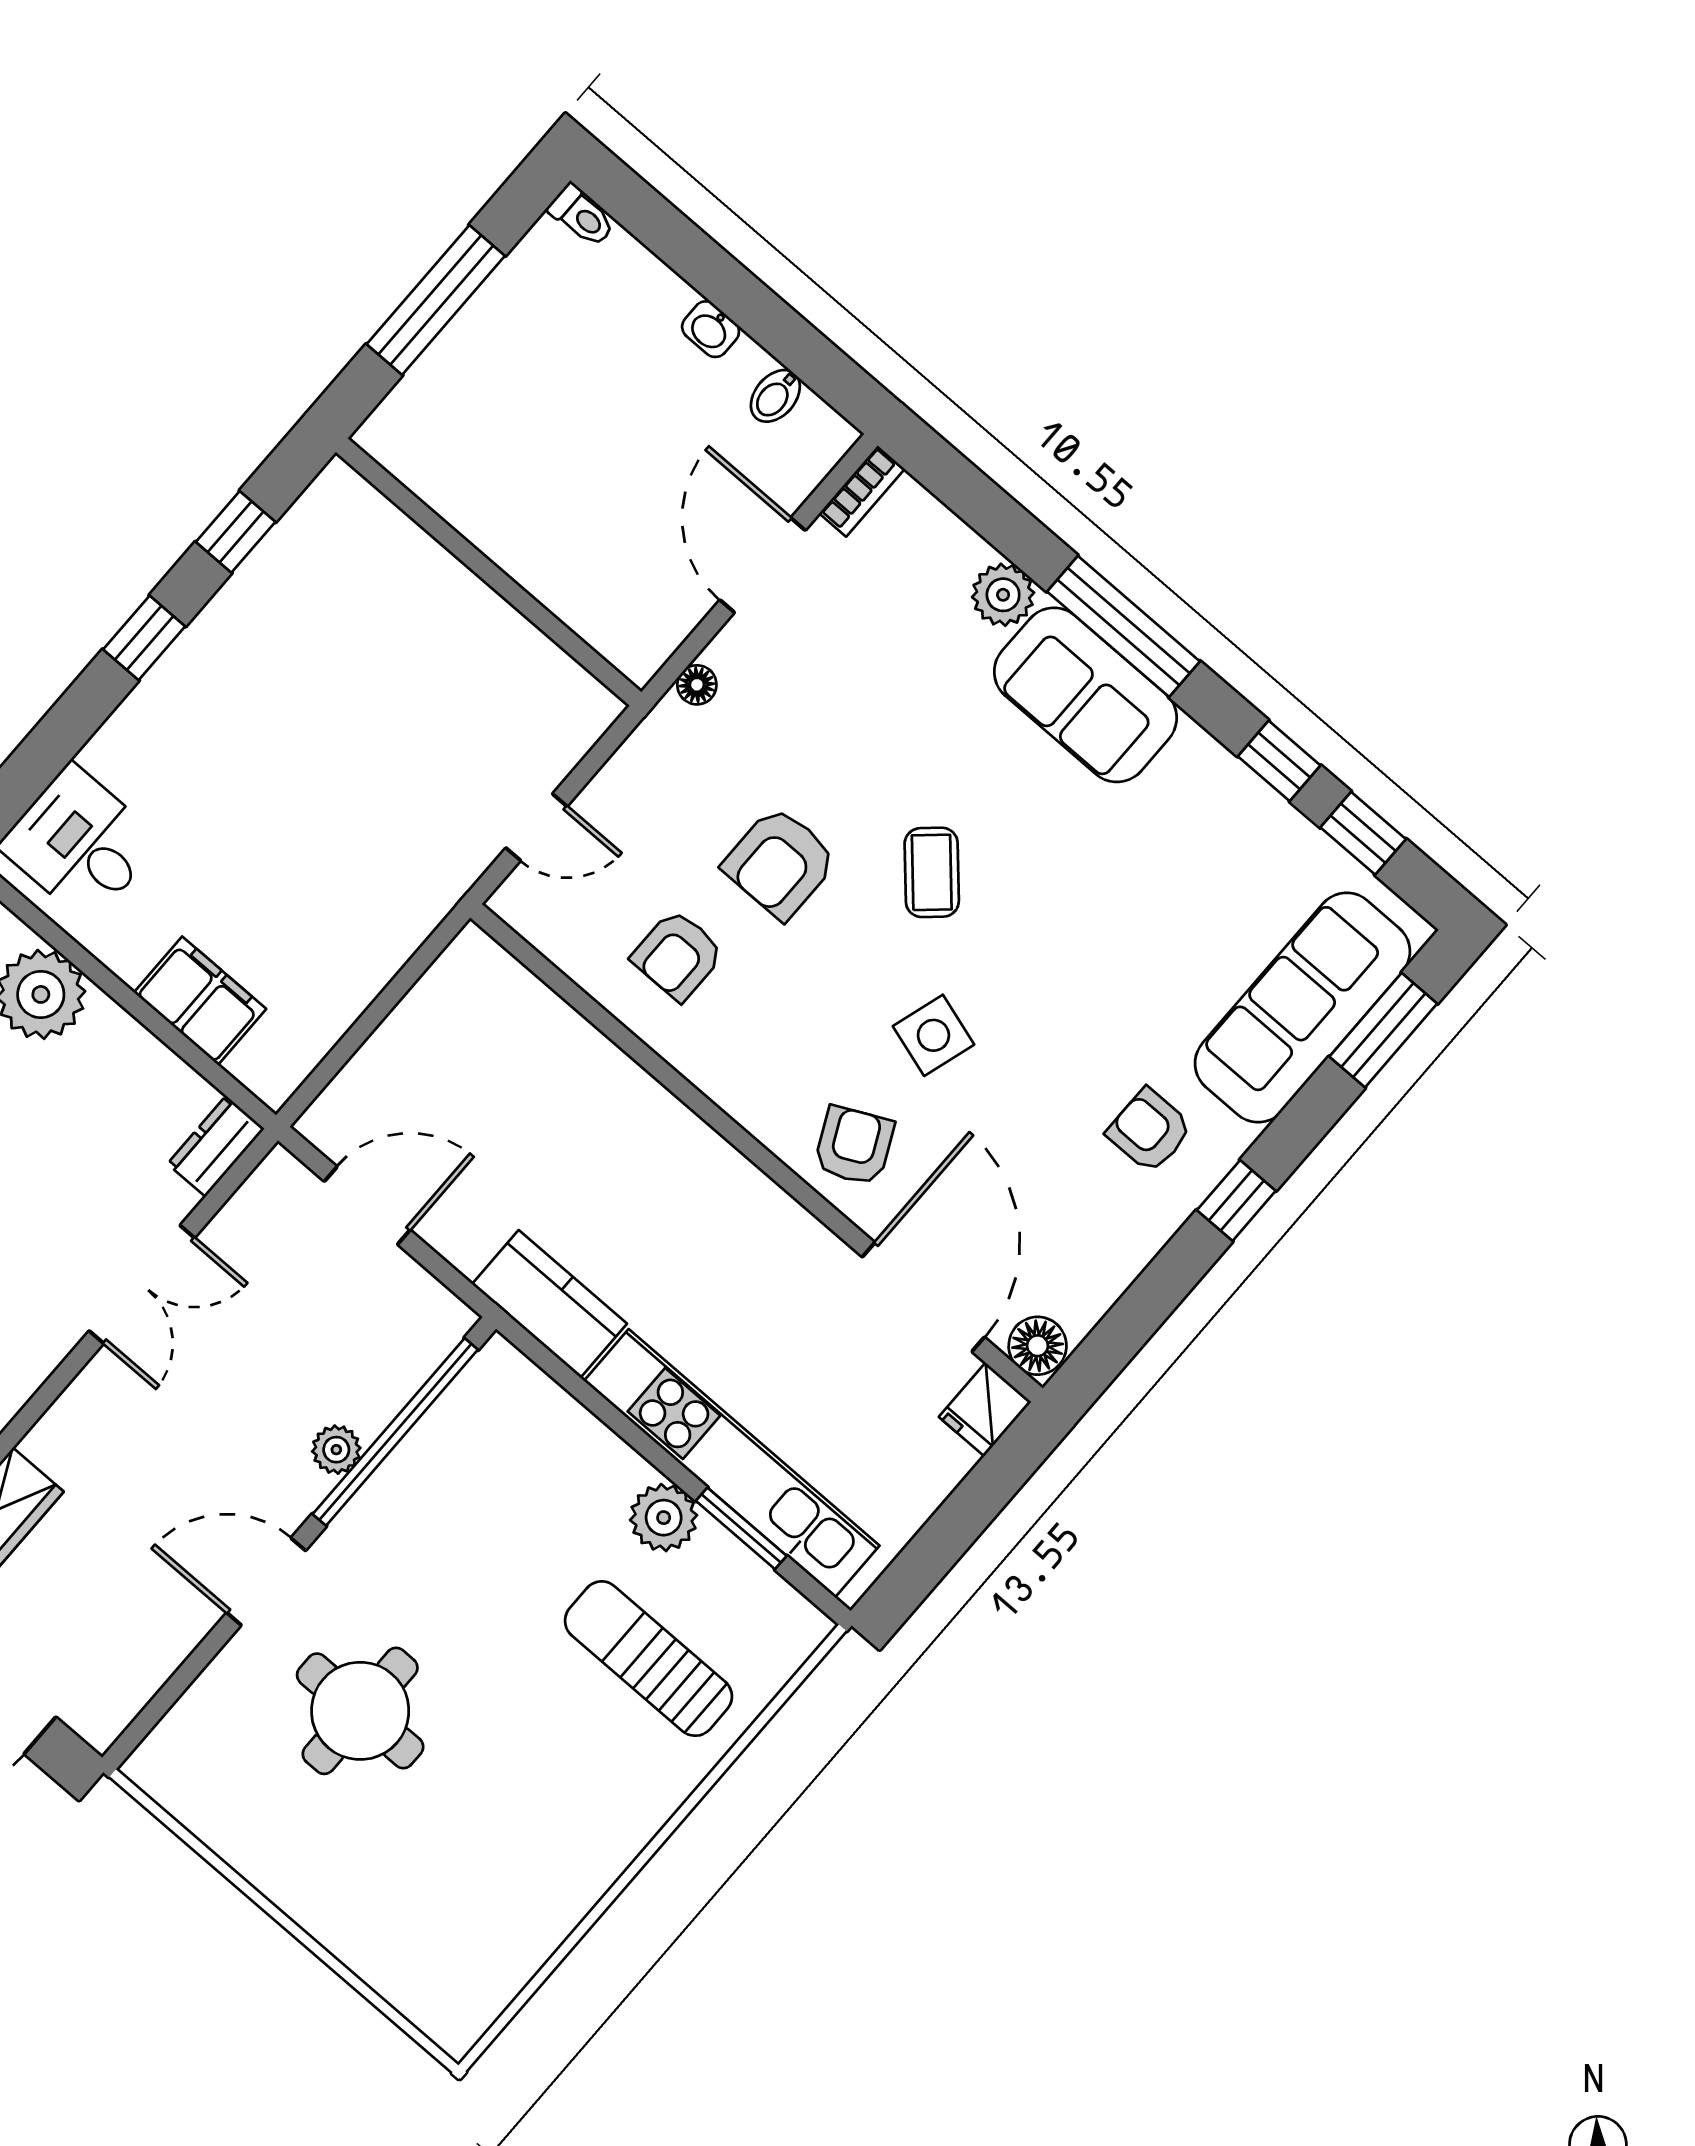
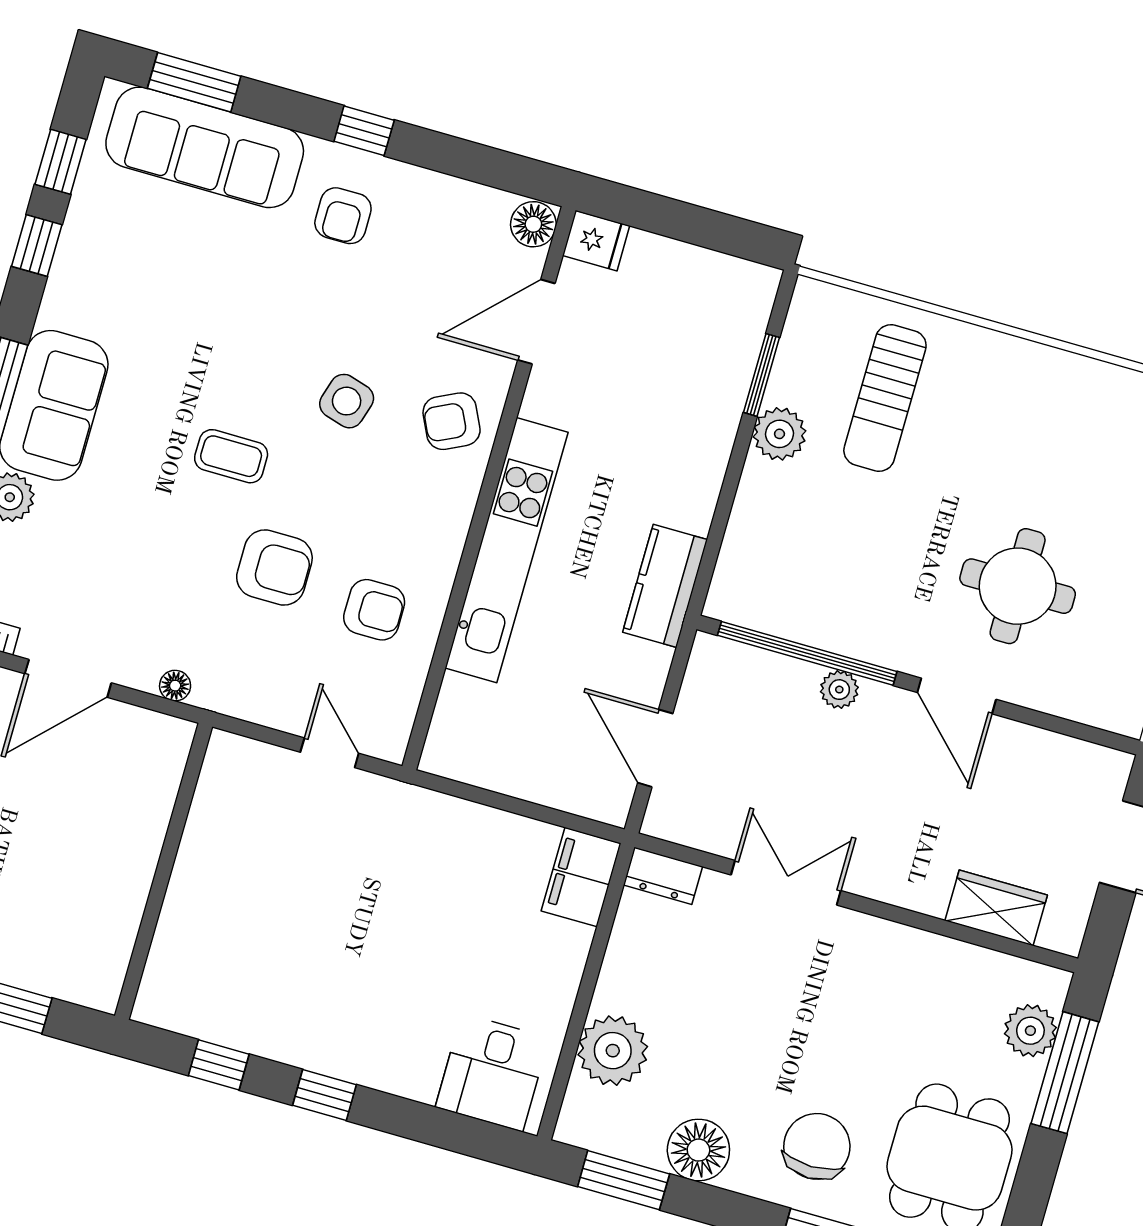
coffee table: (932, 872) -> (231, 456), turned 42
filing cabinet: (200, 1001) -> (581, 877), moved
door: (923, 1297) -> (536, 322), width x0.73
kitchen unit: (732, 1463) -> (507, 550), moved, turned 180

